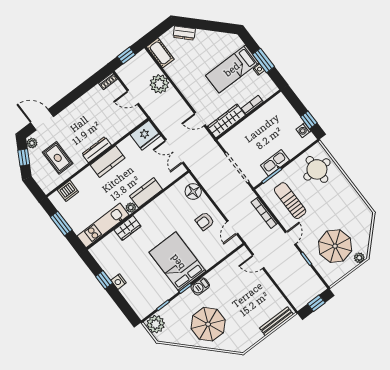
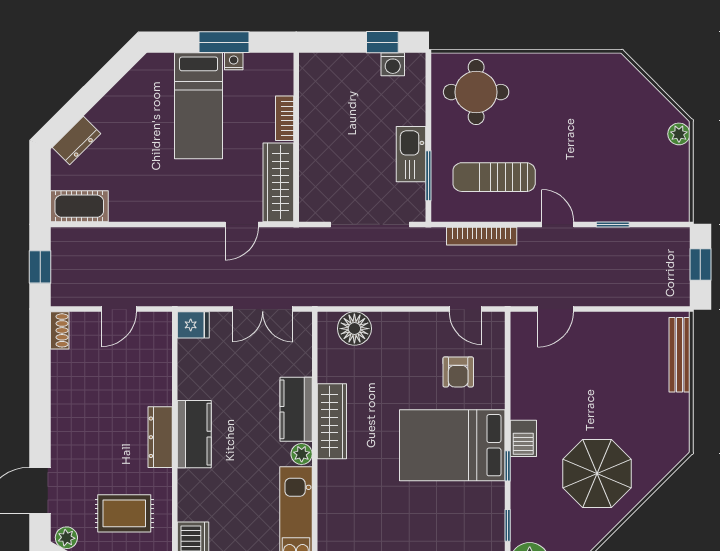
plant: (159, 84) -> (130, 248), removed
fridge: (145, 135) -> (193, 325), width x0.53, depth x0.75
armchair: (205, 221) -> (458, 372), moved
wardrobe: (128, 228) -> (332, 421), moved, width x1.50
parasol: (335, 246) -> (628, 160), removed

